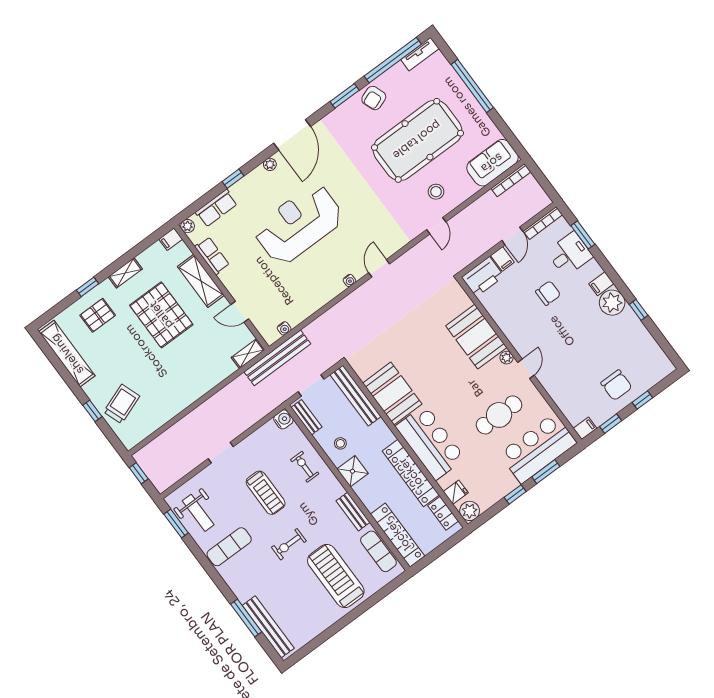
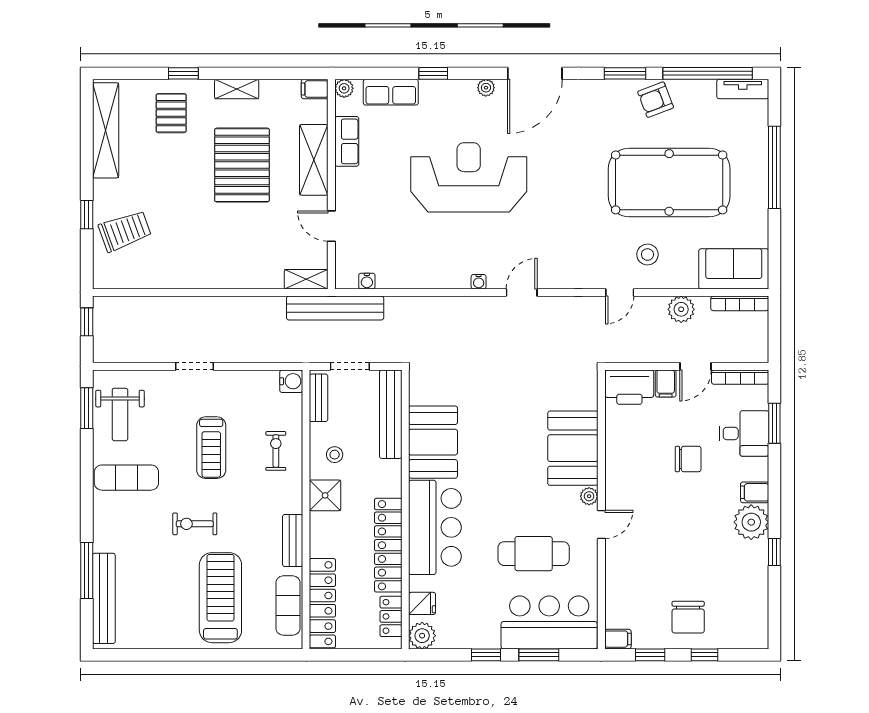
plant: (479, 209) -> (681, 309), added
pallet: (98, 315) -> (171, 113), turned 90

